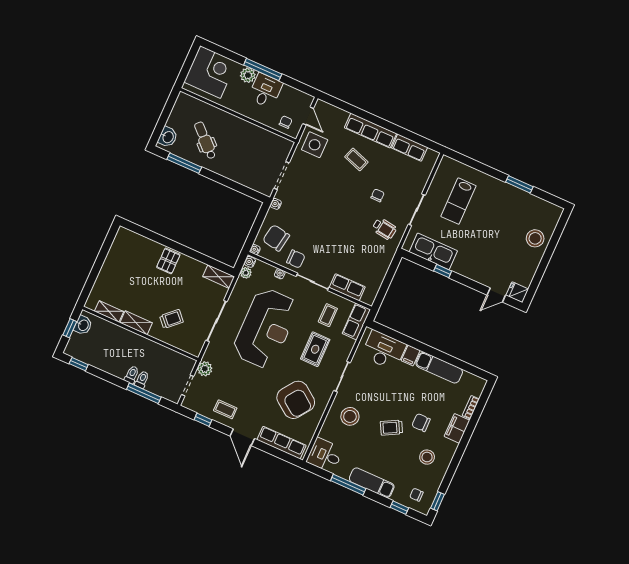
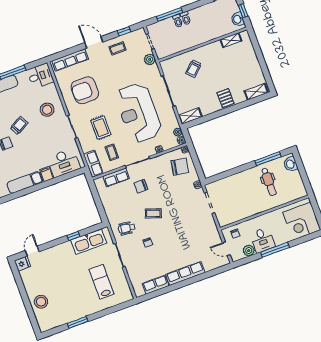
plant: (248, 75) -> (249, 251), moved
dental chair: (205, 140) -> (269, 182), turned 46
side table: (315, 145) -> (208, 237), removed
coffee table: (356, 159) -> (153, 213), moved
chair: (296, 259) -> (141, 186), moved
shelving: (136, 323) -> (256, 92), moved
armchair: (296, 400) -> (85, 90), turned -36

